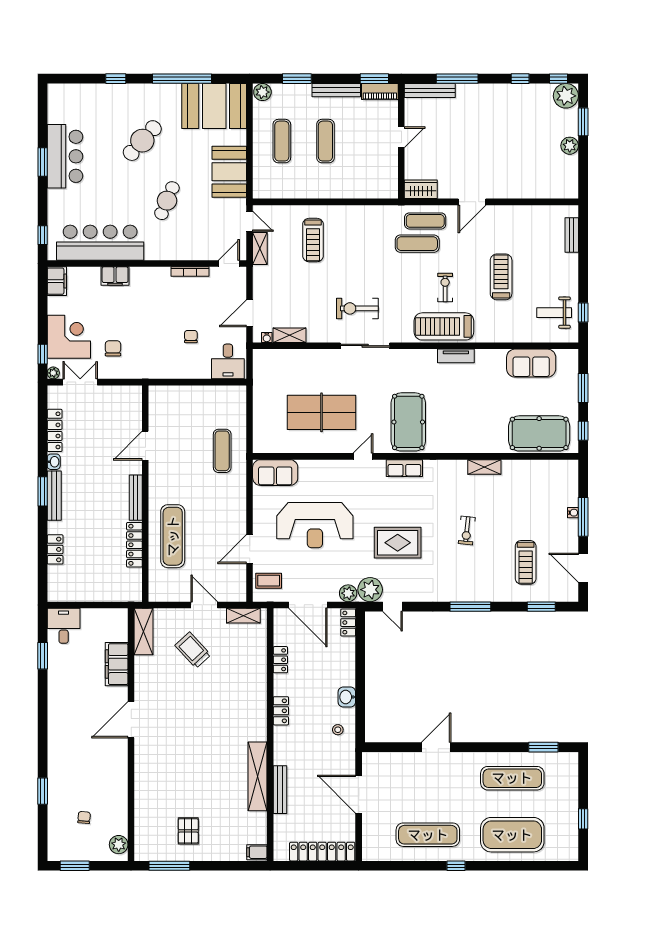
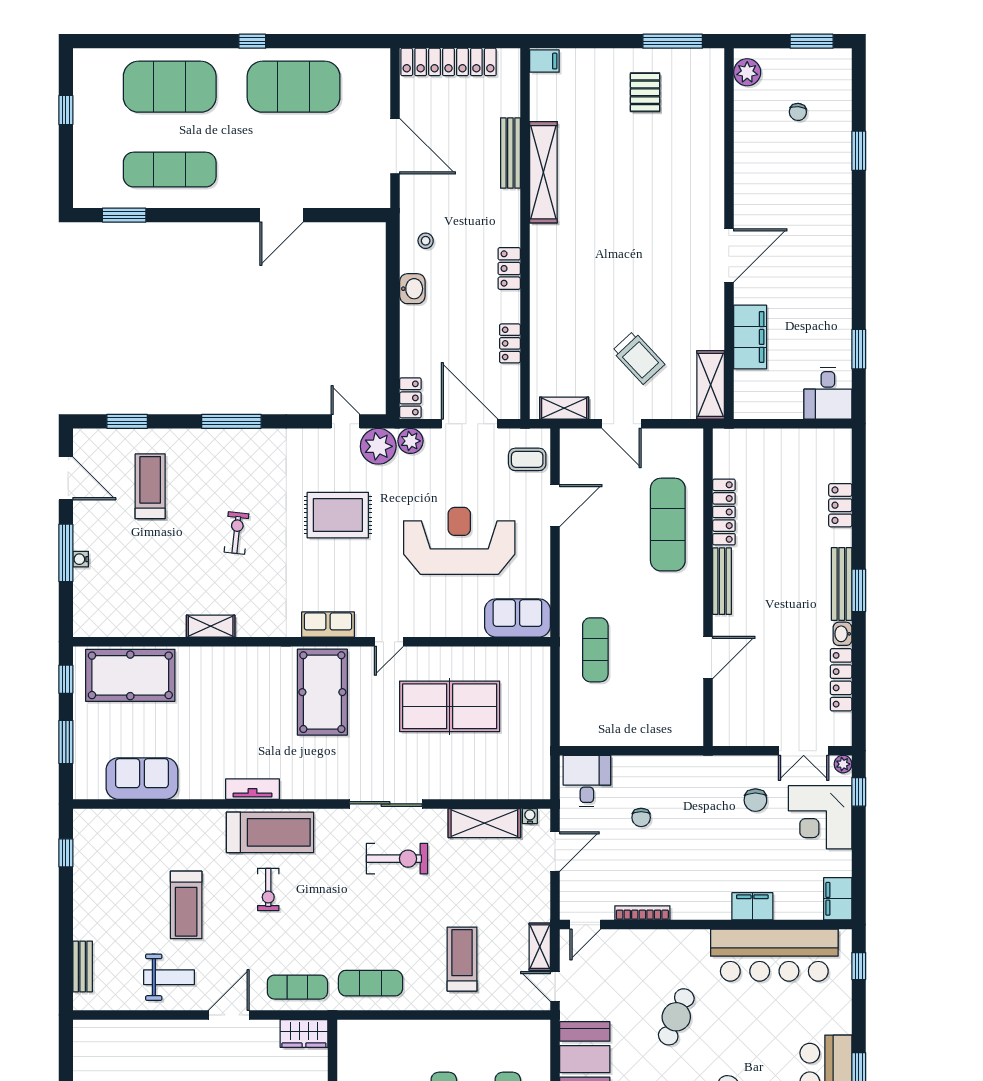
exercise mat: (417, 244) -> (371, 983), moved
weight bench: (554, 313) -> (169, 977), moved
shelving: (290, 335) -> (484, 823), width x1.50, depth x1.33
exercise mat: (428, 835) -> (294, 87), width x1.47

